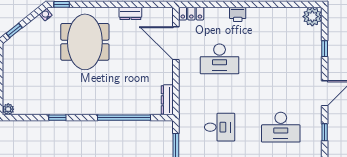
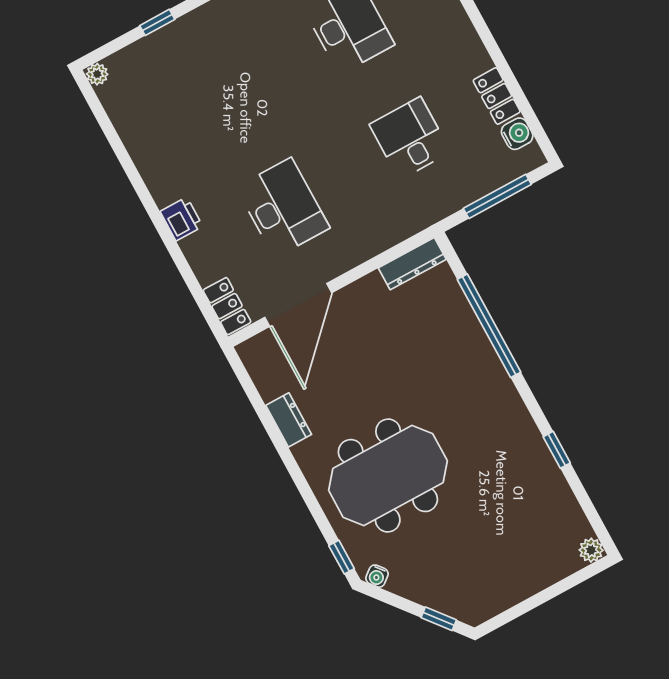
plant: (312, 17) -> (97, 74), width x0.53, depth x0.53

